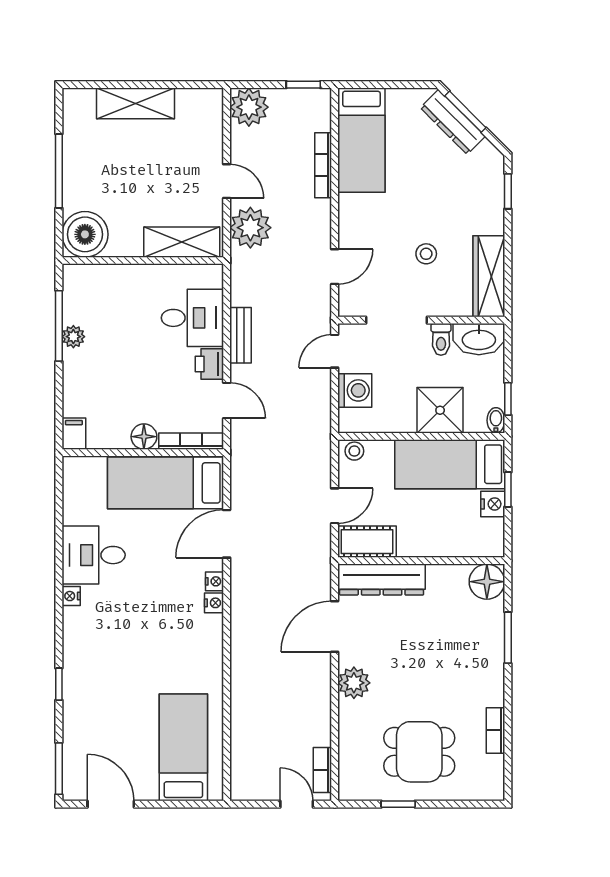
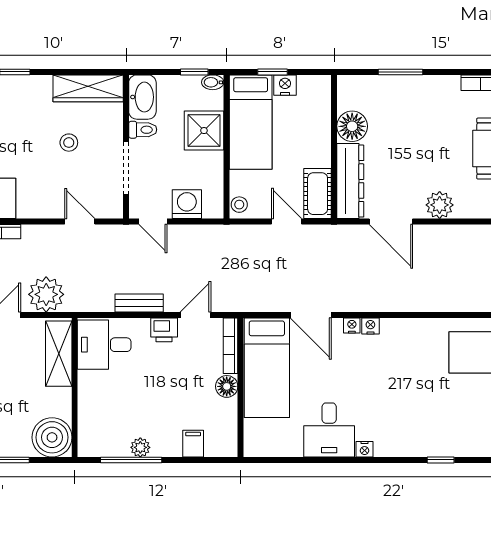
desk: (192, 318) -> (104, 345), moved, turned -90
filing cabinet: (74, 434) -> (193, 444), moved, turned 90
floor lamp: (487, 582) -> (352, 126), moved

